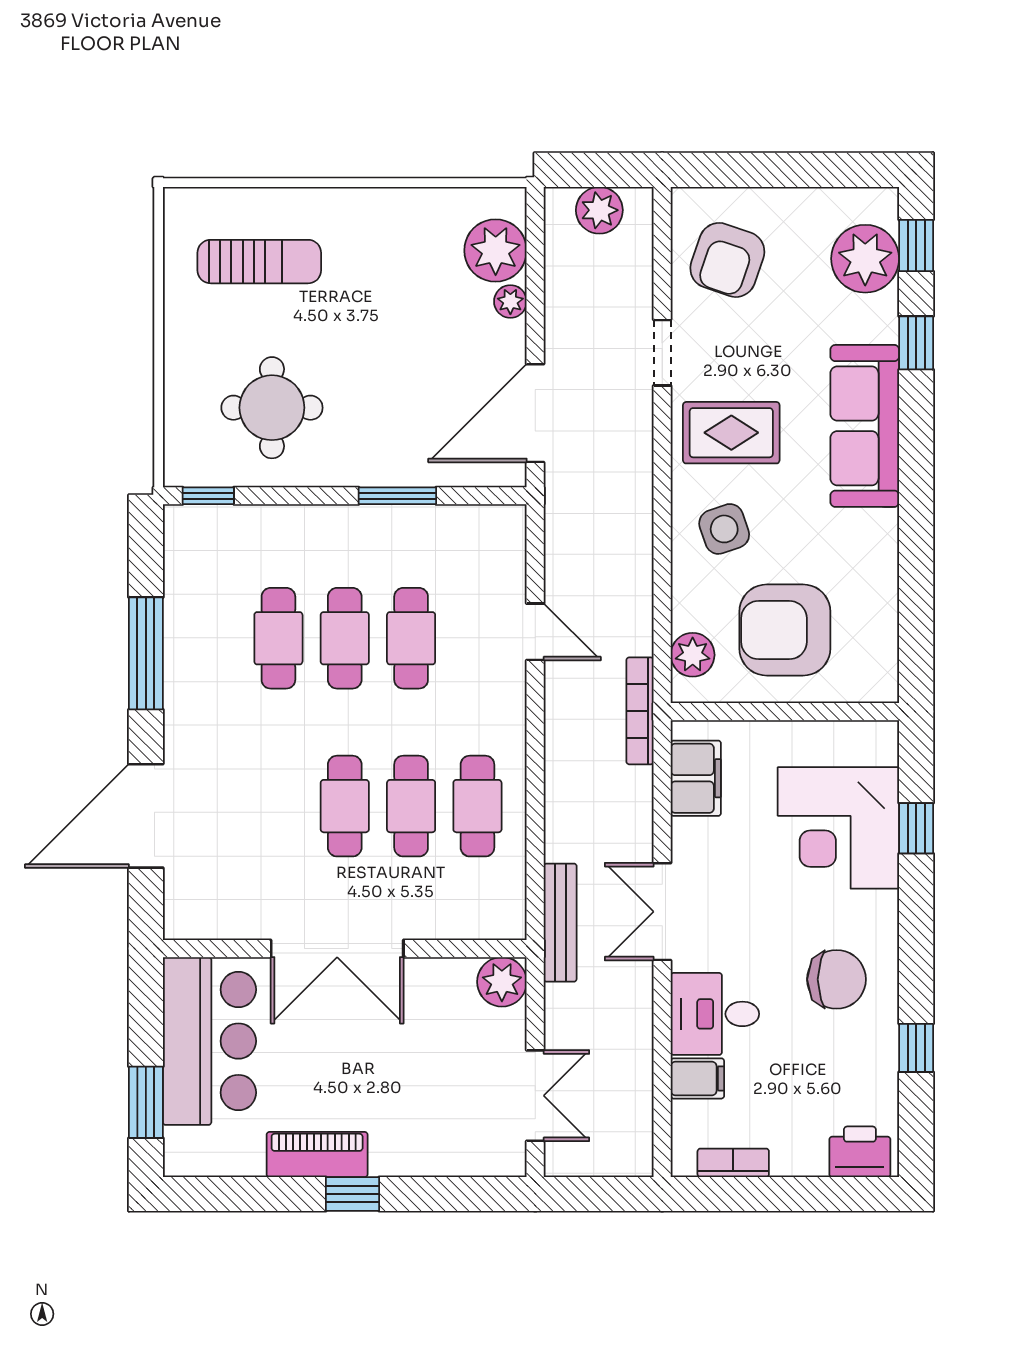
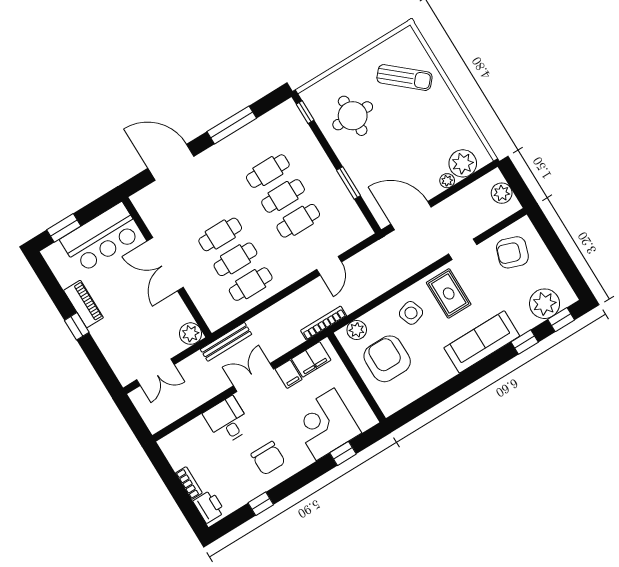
sun lounger: (259, 262) -> (404, 78), turned -49
filing cabinet: (697, 1078) -> (289, 374), moved
bookcase: (733, 1163) -> (189, 483), moved

